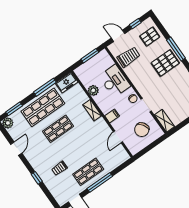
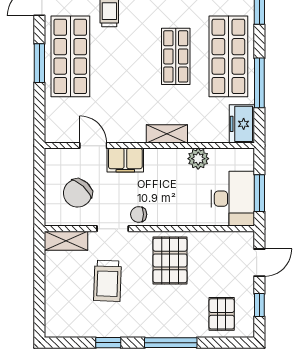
trolley: (129, 57) -> (107, 281), moved
pallet: (165, 63) -> (170, 260), moved
desk: (115, 81) -> (233, 199), moved, turned -90
filing cabinet: (112, 116) -> (125, 160), width x2.00
chair: (142, 130) -> (78, 193), turned -105
shop shelf: (88, 172) -> (70, 56), width x1.43, depth x1.36
window: (100, 182) -> (39, 63), width x0.69

